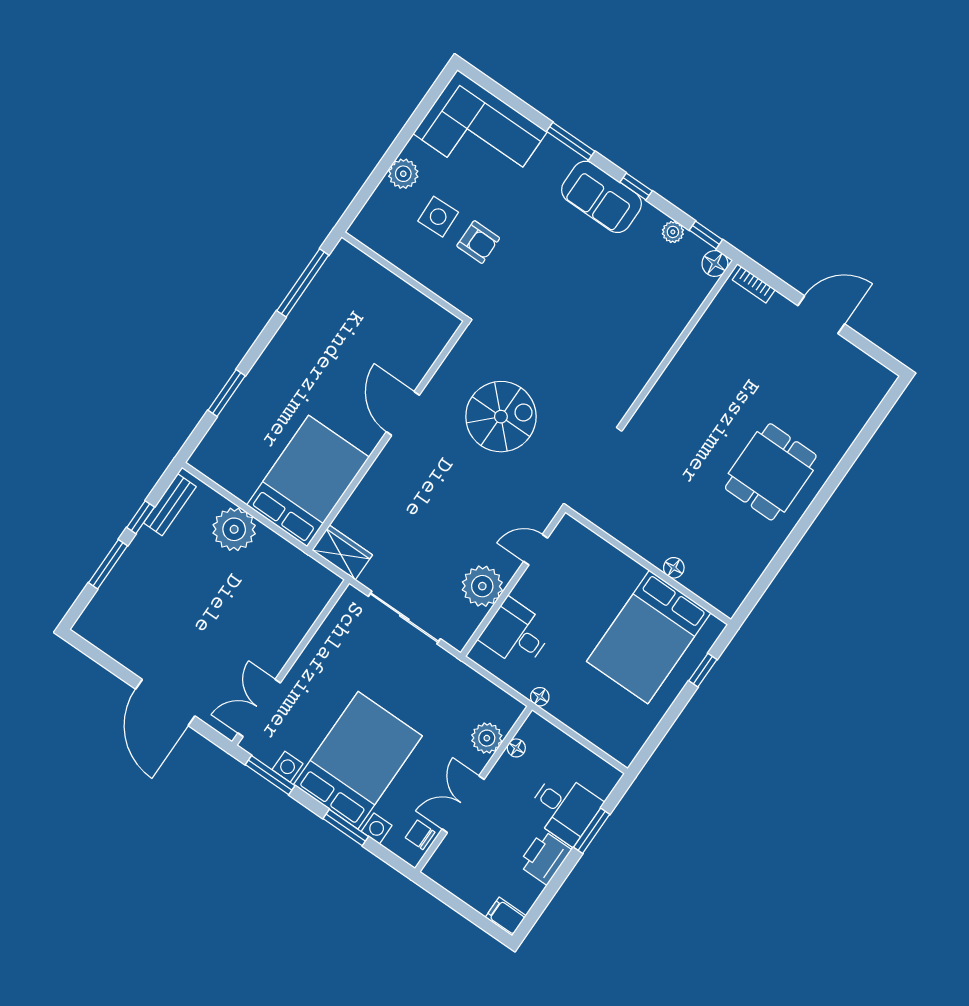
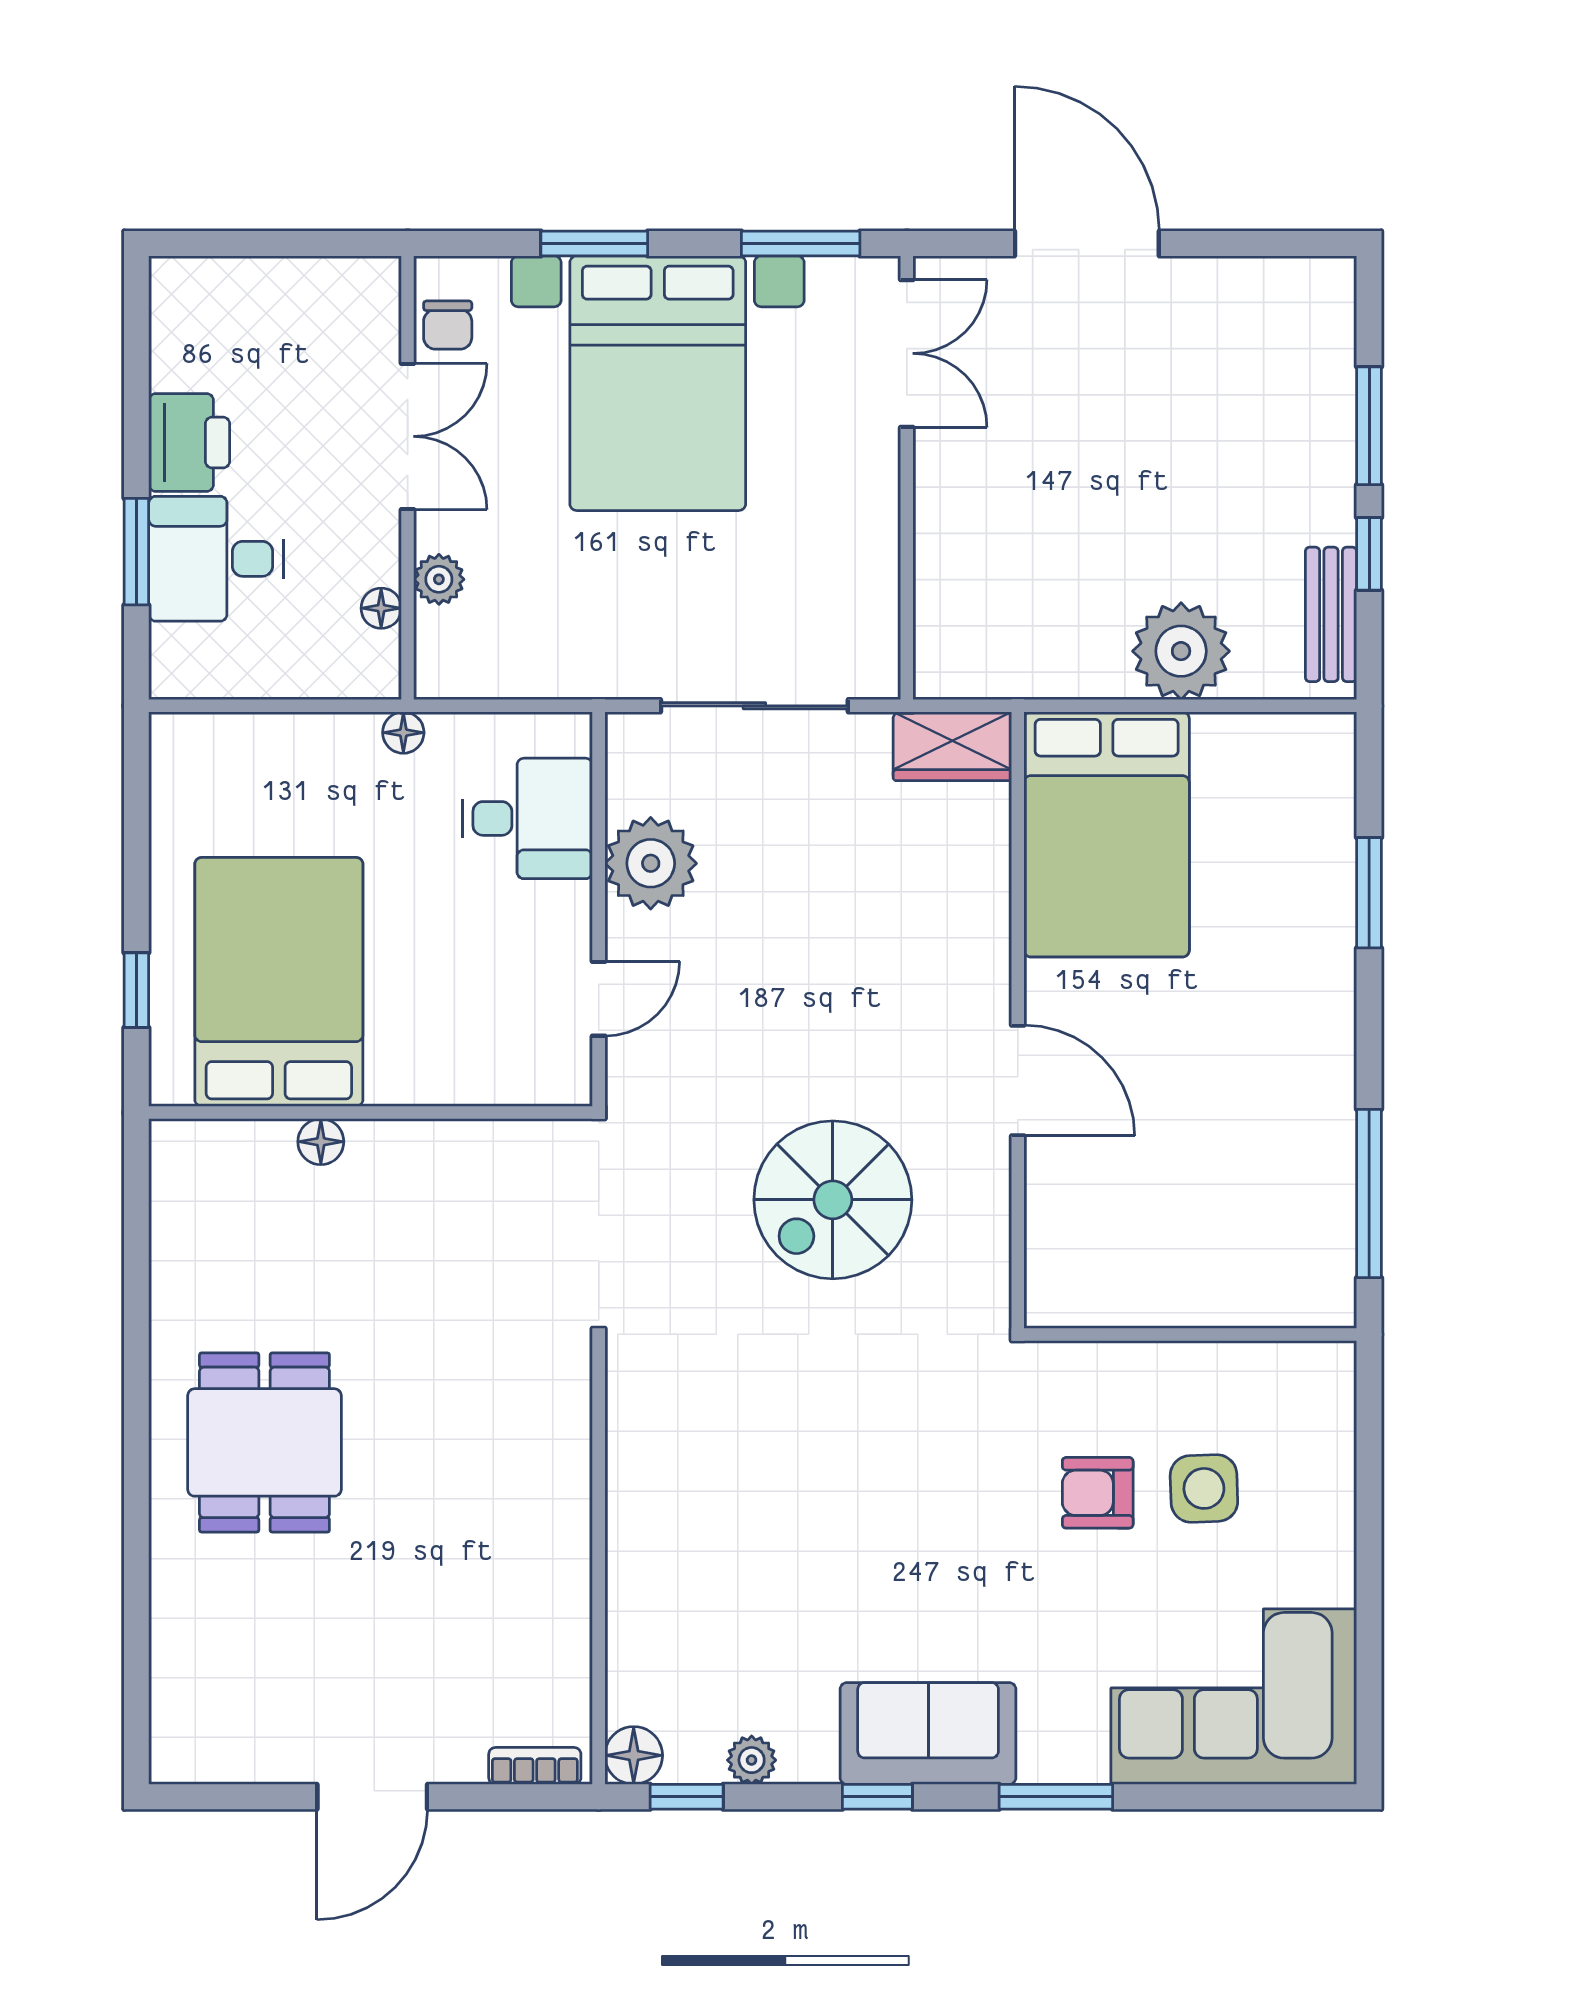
plant: (403, 174) -> (1323, 1523), removed
plant: (487, 738) -> (439, 579), width x0.73, depth x0.73
chair: (420, 835) -> (448, 325), turned 90
filing cabinet: (506, 917) -> (186, 284), removed

